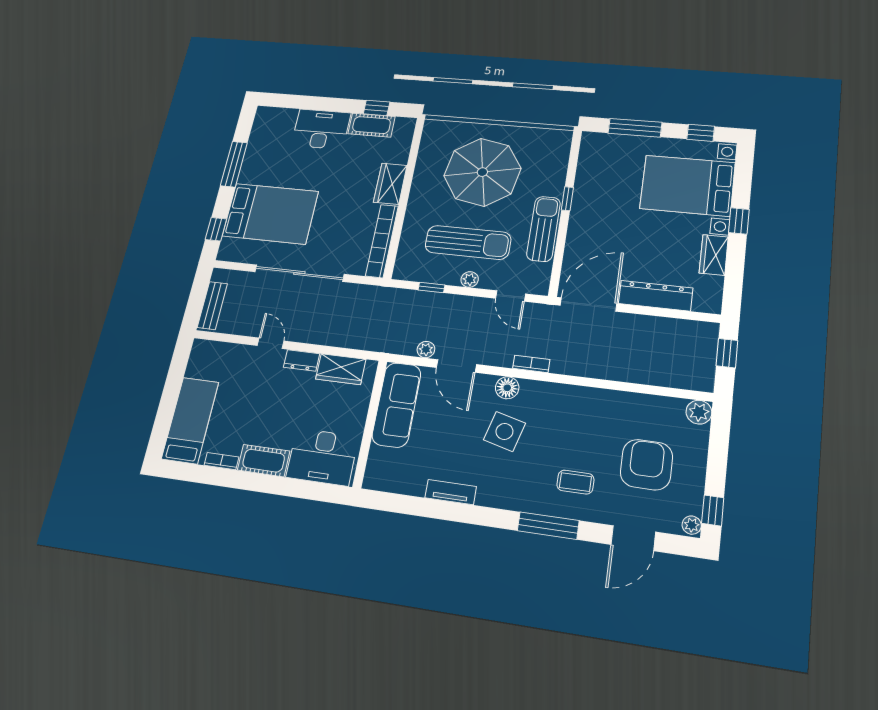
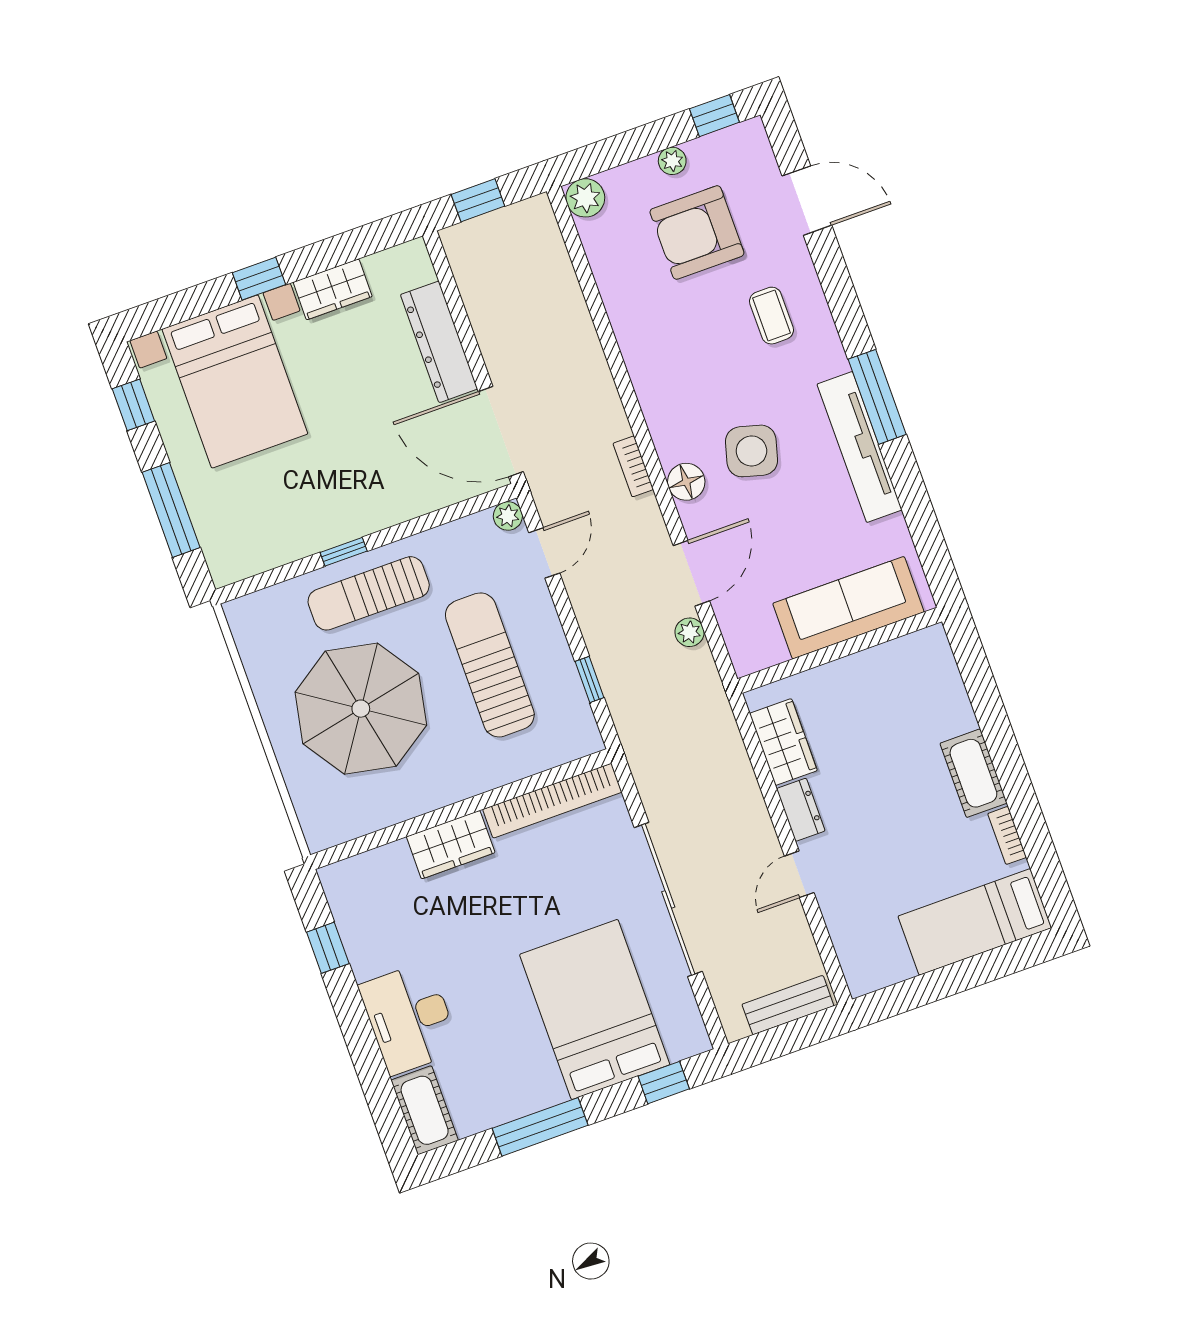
cot: (372, 125) -> (425, 1110), moved
sun lounger: (544, 229) -> (369, 593), moved
plant: (470, 279) -> (508, 516), moved
sofa: (397, 405) -> (848, 608), moved
desk: (322, 457) -> (923, 690), removed
tv unit: (451, 492) -> (860, 447), width x1.92, depth x1.29
plant: (692, 525) -> (672, 161), moved
window: (548, 526) -> (877, 397), moved

